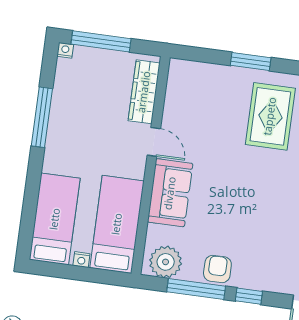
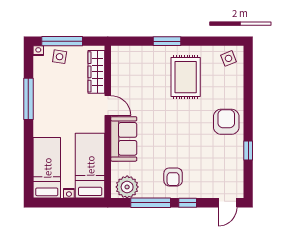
side table: (94, 63) -> (60, 57), added
armchair: (217, 269) -> (173, 177), moved, turned 180

